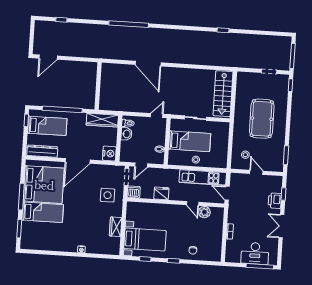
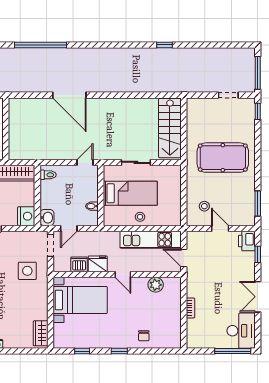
pool table: (262, 119) -> (223, 158), turned 90
washbasin: (126, 134) -> (47, 218), moved
dishwasher: (134, 192) -> (79, 264), moved
printer: (275, 201) -> (247, 241), moved
door: (193, 204) -> (123, 275), moved
wardrobe: (116, 227) -> (41, 333), moved
bed with nightstands: (145, 239) -> (80, 300), moved
desk: (255, 253) -> (241, 331), moved, turned -90

